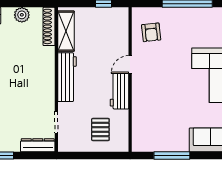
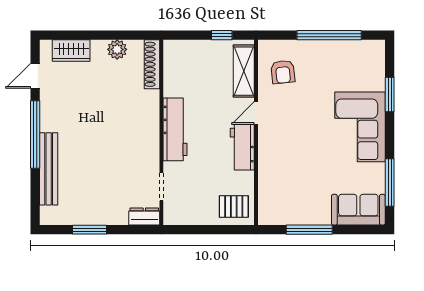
shelving: (66, 31) -> (244, 71), moved
pallet: (100, 130) -> (234, 207), moved, turned 90
dresser: (38, 145) -> (144, 216), width x0.70

